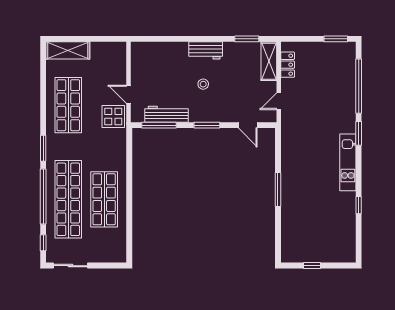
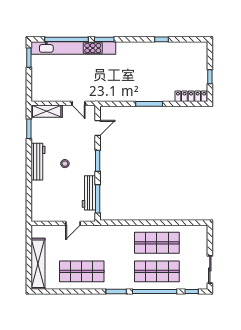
shelving: (68, 50) -> (38, 264), width x1.47
workbench: (206, 50) -> (38, 162), width x1.38
locker: (288, 65) -> (191, 96), moved, width x1.53
display table: (113, 116) -> (91, 235), removed
kitchen unit: (348, 162) -> (73, 48), moved, width x1.86
shop shelf: (68, 199) -> (157, 271), width x0.71

